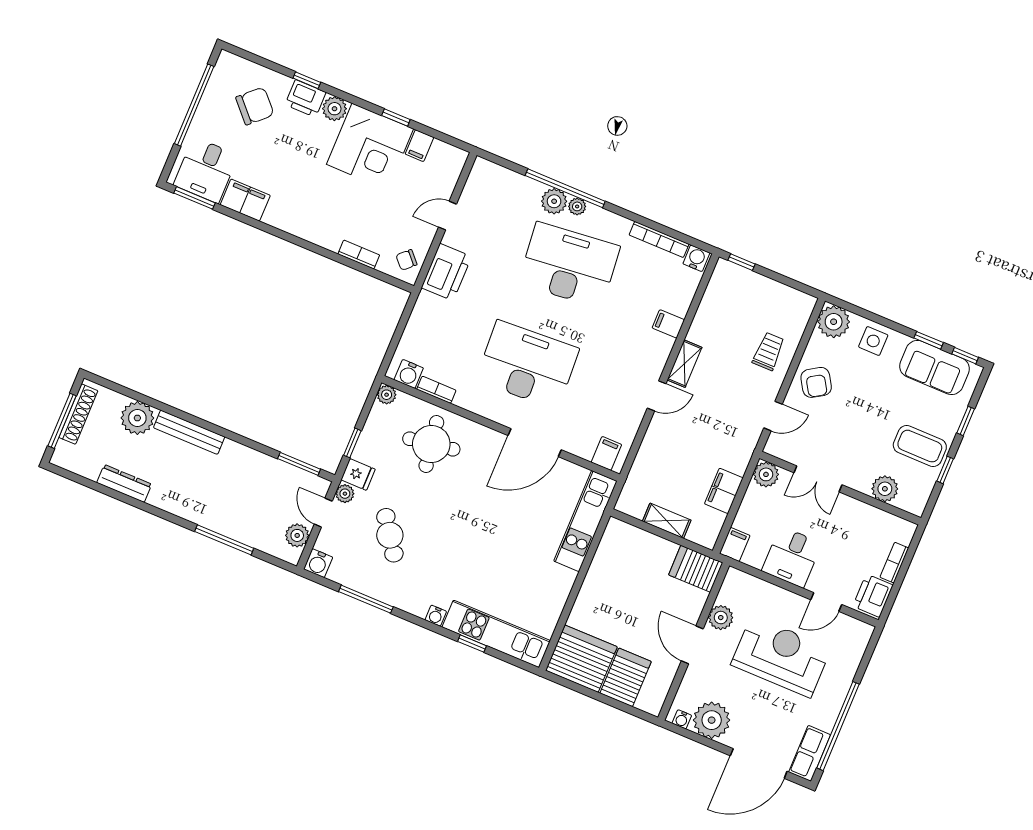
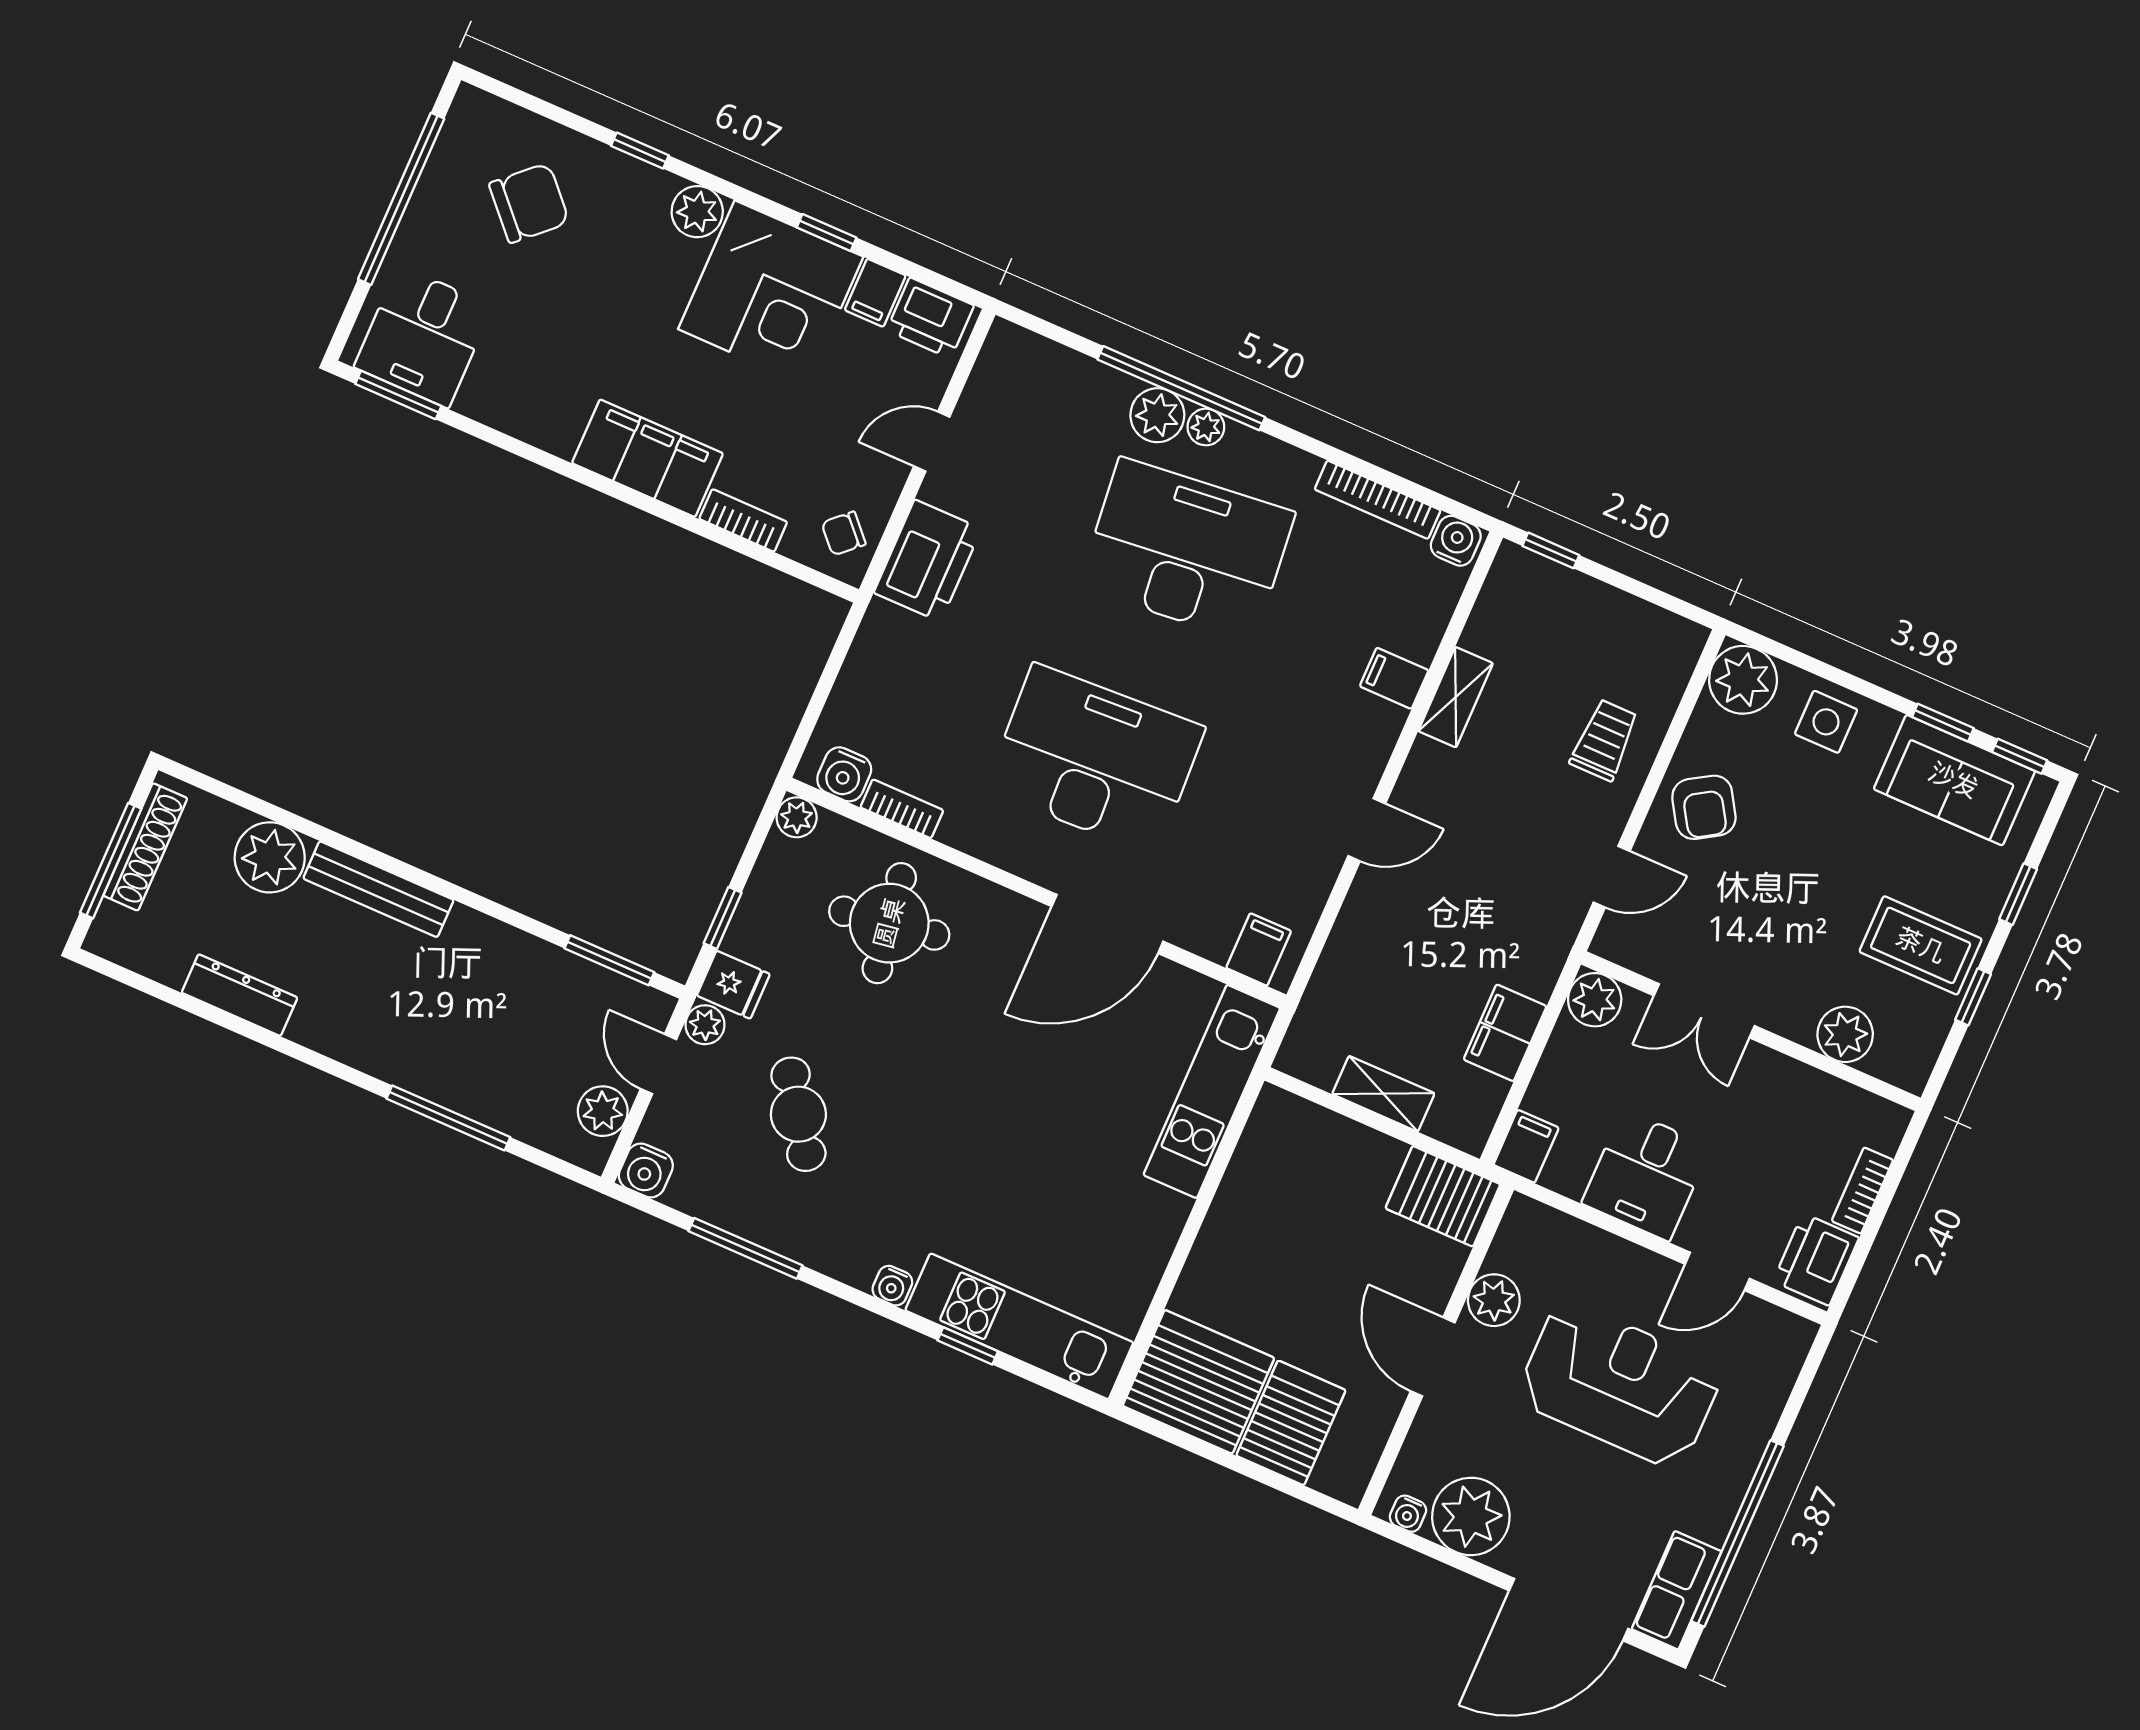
printer: (305, 98) -> (930, 318), moved
filing cabinet: (245, 200) -> (648, 458), moved, width x1.50, depth x1.17
shelving: (685, 364) -> (1456, 697), moved

